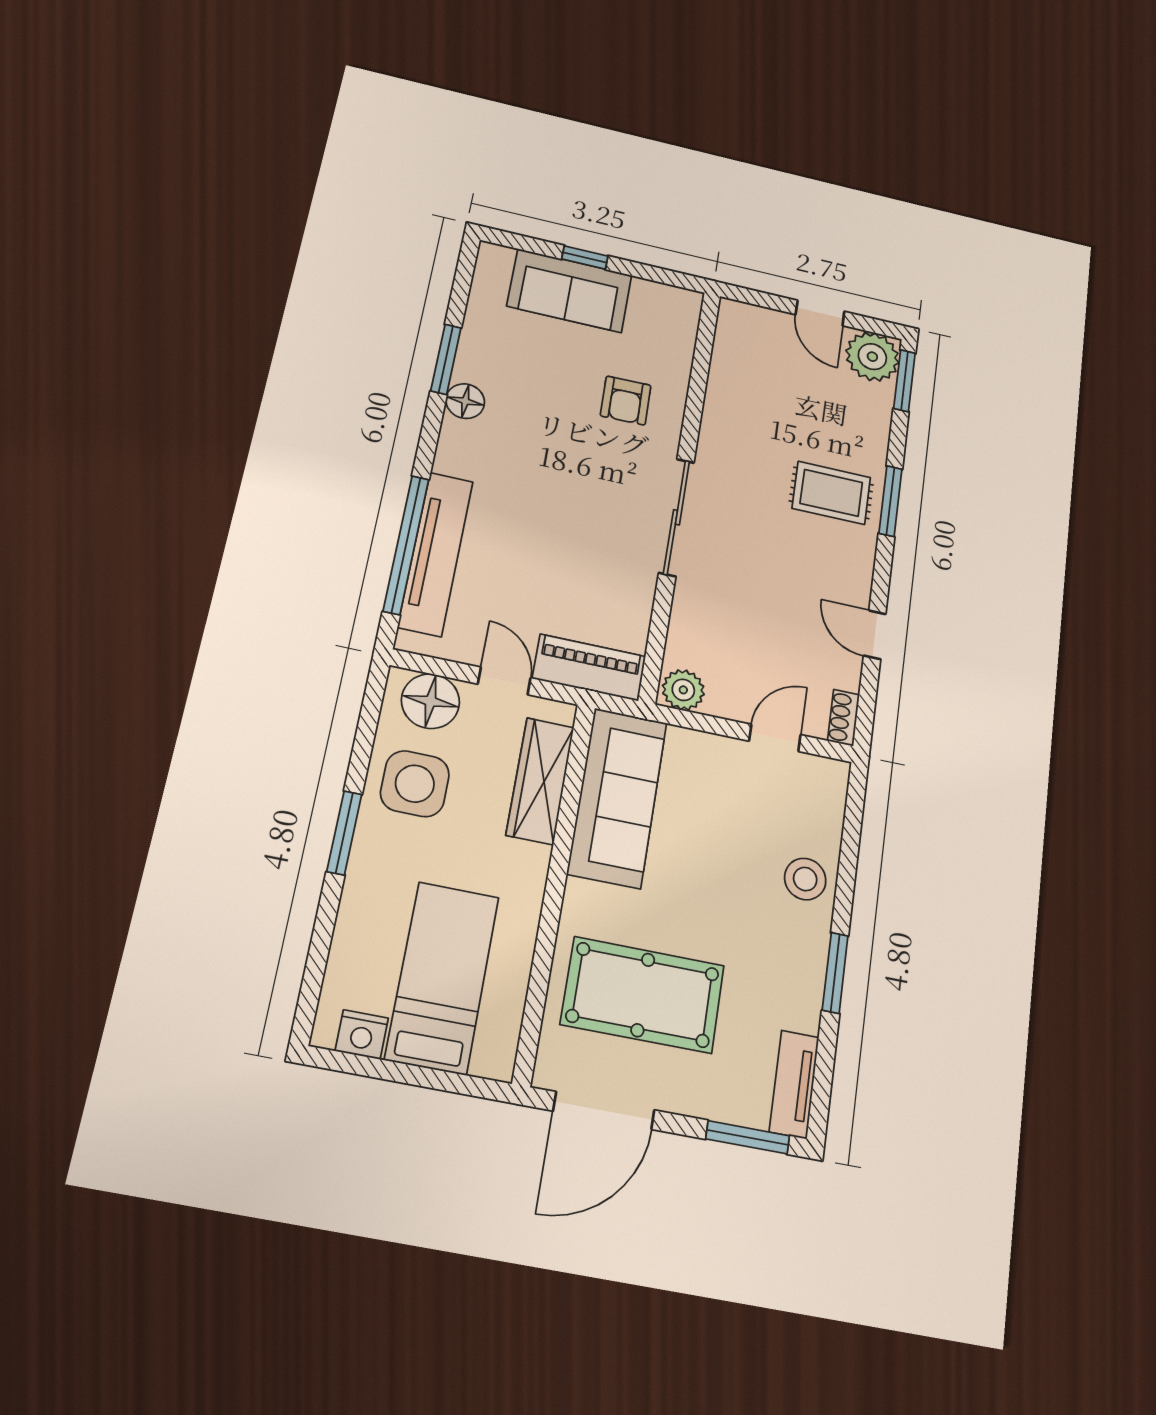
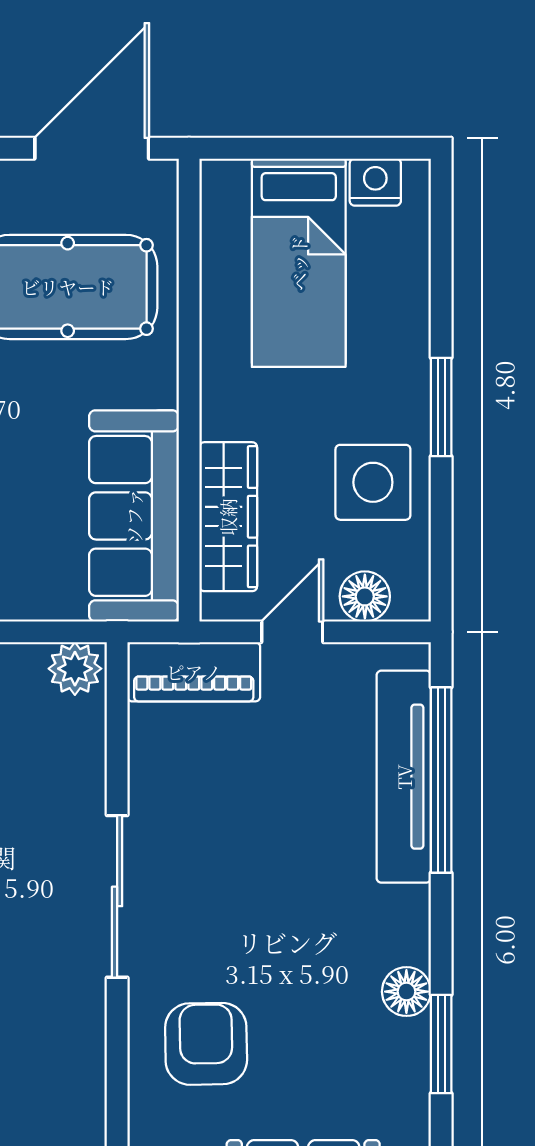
armchair: (626, 400) -> (206, 1044), width x1.38, depth x1.38
door: (504, 681) -> (292, 632), swing flipped
floor lamp: (430, 701) -> (365, 596), width x0.73, depth x0.73

